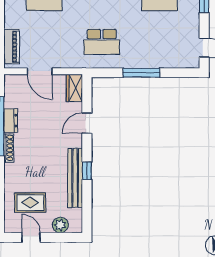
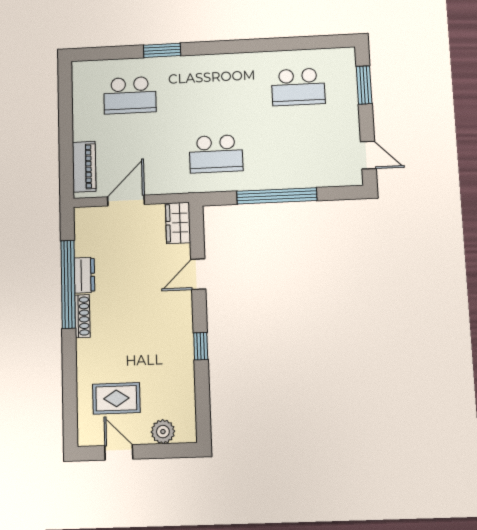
door: (40, 71) -> (126, 200), swing flipped
window: (141, 73) -> (277, 196), width x1.46
bench: (75, 178) -> (183, 358), removed

